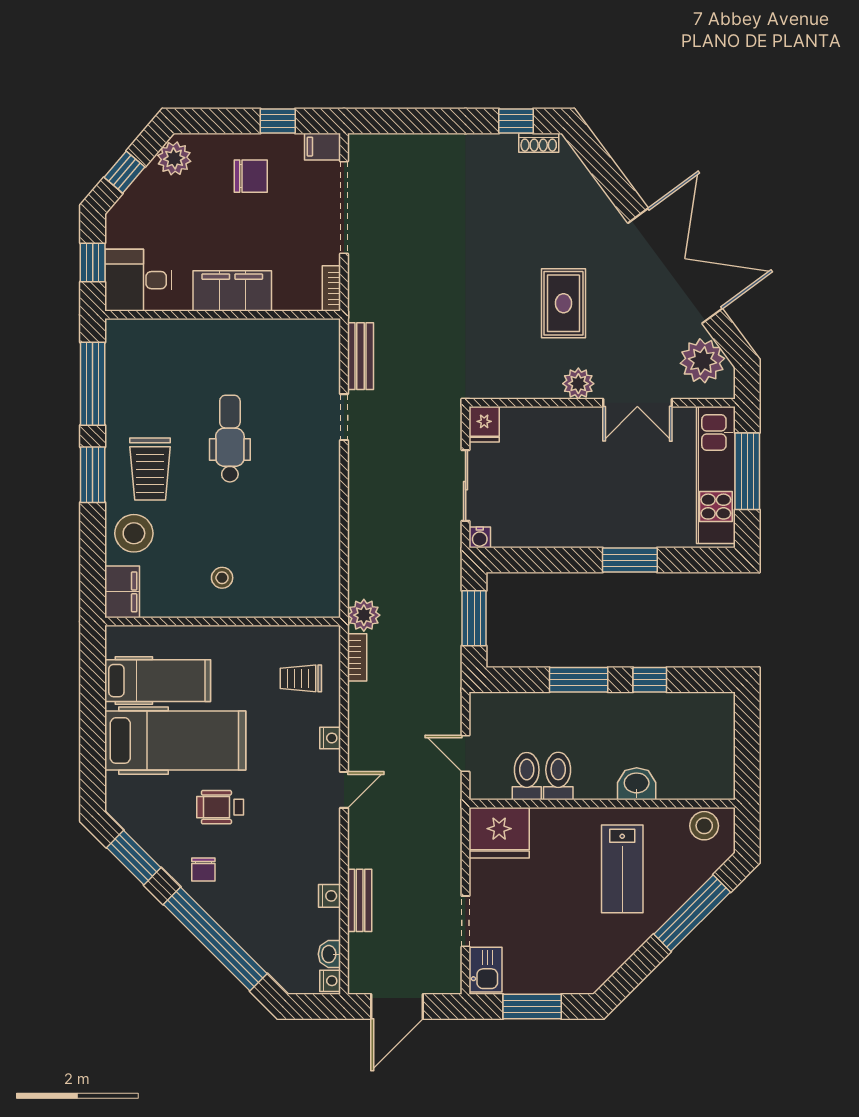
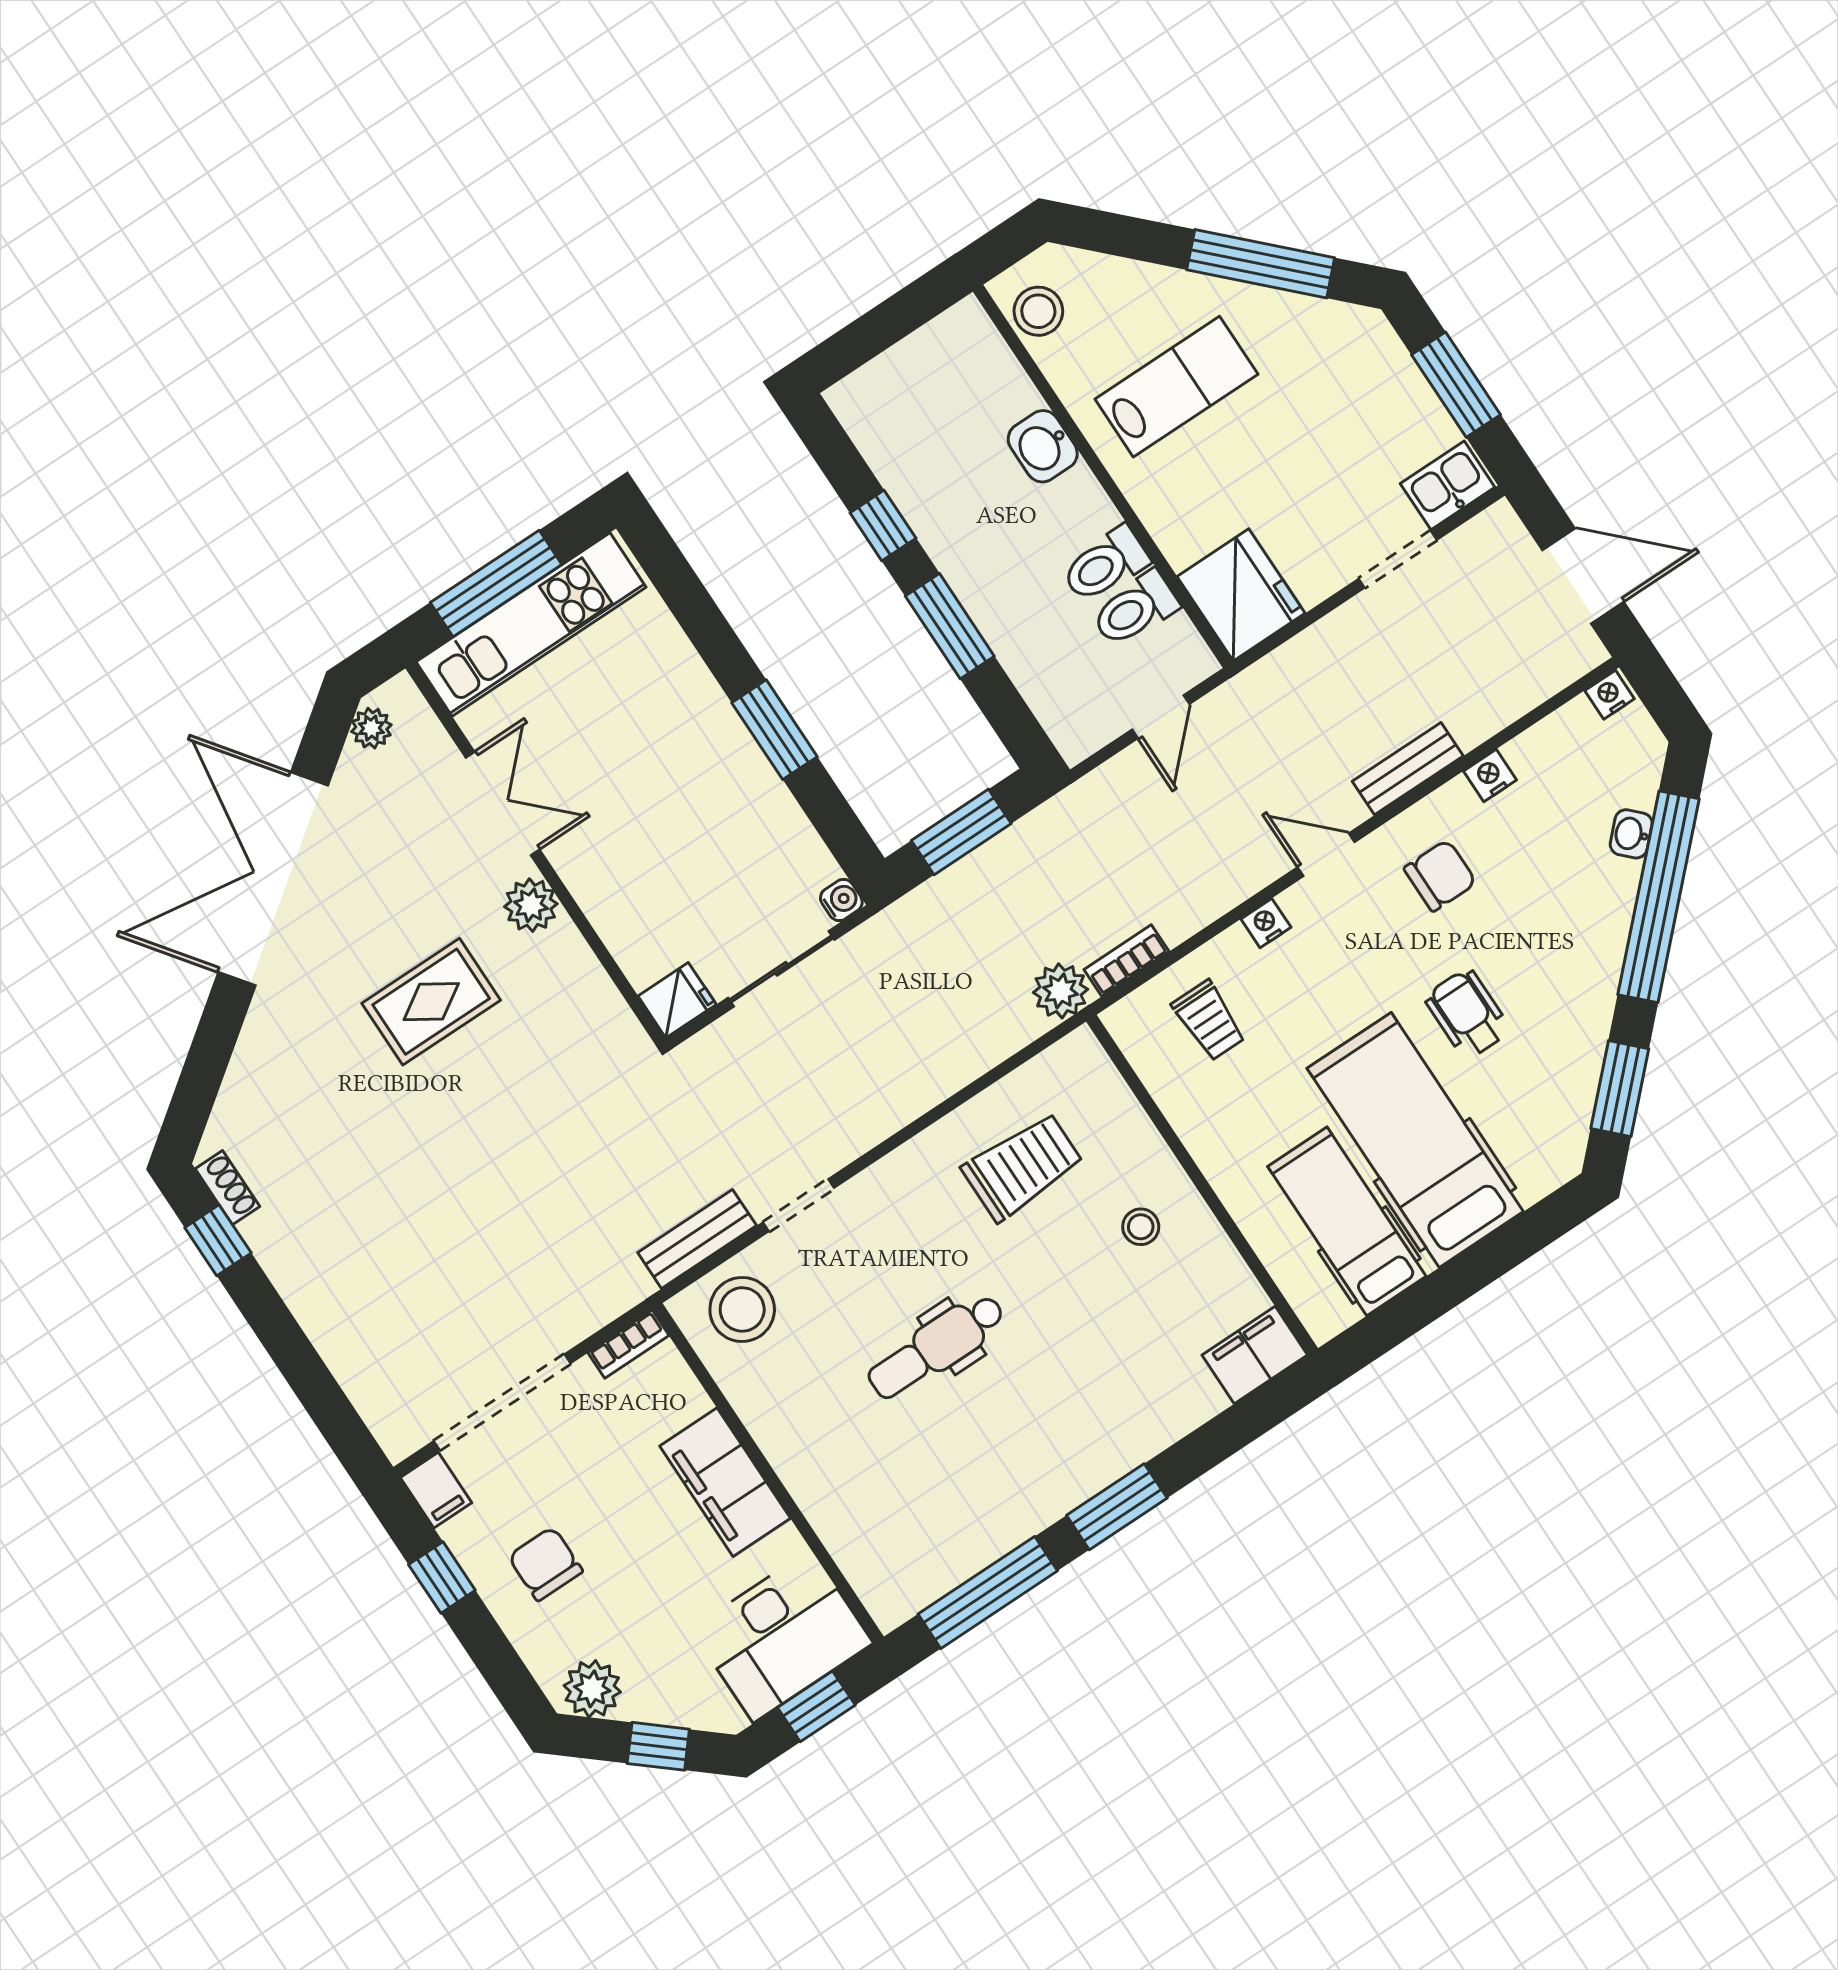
desk: (138, 280) -> (782, 1636), width x1.37
plant: (702, 361) -> (371, 728), width x0.53, depth x0.53
trolley: (150, 469) -> (1023, 1166), moved
stool: (134, 533) -> (742, 1309), moved
window: (630, 560) -> (774, 730), moved
wheelchair: (220, 807) -> (1467, 1014), turned 180
chair: (203, 869) -> (1440, 875), moved, width x1.37, depth x1.37
bench: (360, 900) -> (1408, 769), moved
window: (692, 913) -> (1261, 264), moved
washbasin: (329, 954) -> (1631, 834), moved, turned 135

